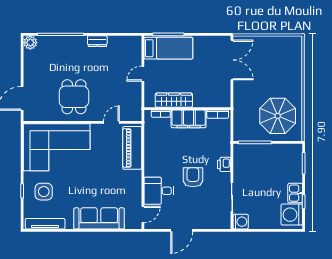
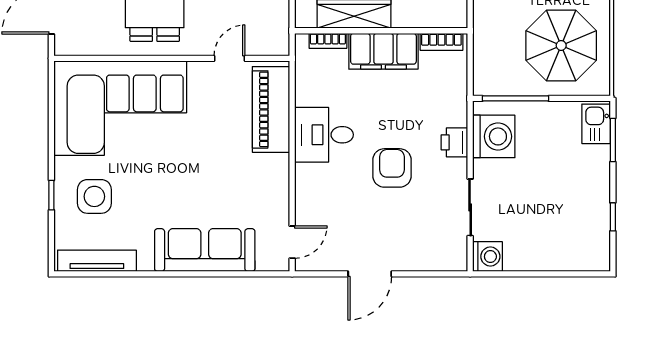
desk: (159, 191) -> (324, 135), moved
kitchen sink: (295, 193) -> (596, 124), moved
washing machine: (292, 215) -> (494, 136), moved, turned 180

